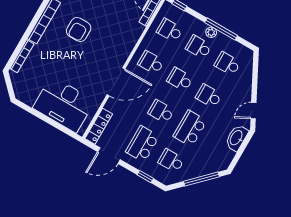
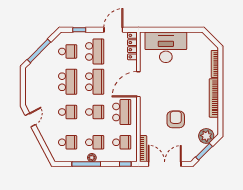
armchair: (79, 30) -> (176, 119), moved
school desk: (151, 63) -> (122, 112), width x1.85
school desk: (161, 112) -> (95, 82), width x1.85
washbasin: (237, 138) -> (31, 94), removed

